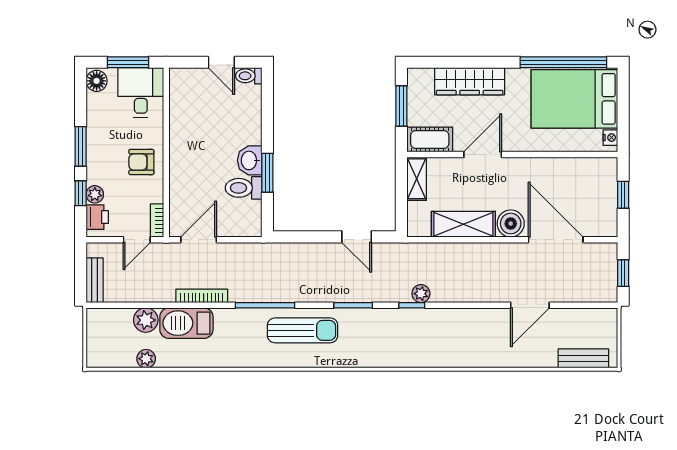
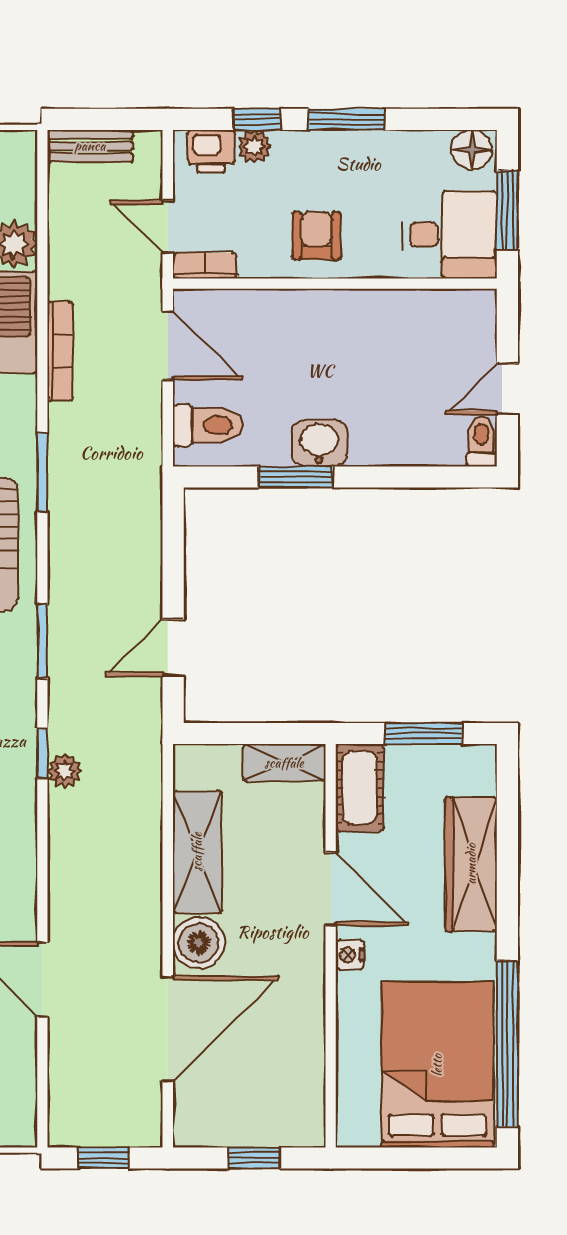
nightstand: (610, 138) -> (350, 955), moved, turned 90
toilet: (244, 188) -> (208, 425), moved, turned 90
window: (265, 305) -> (42, 472), width x0.69

